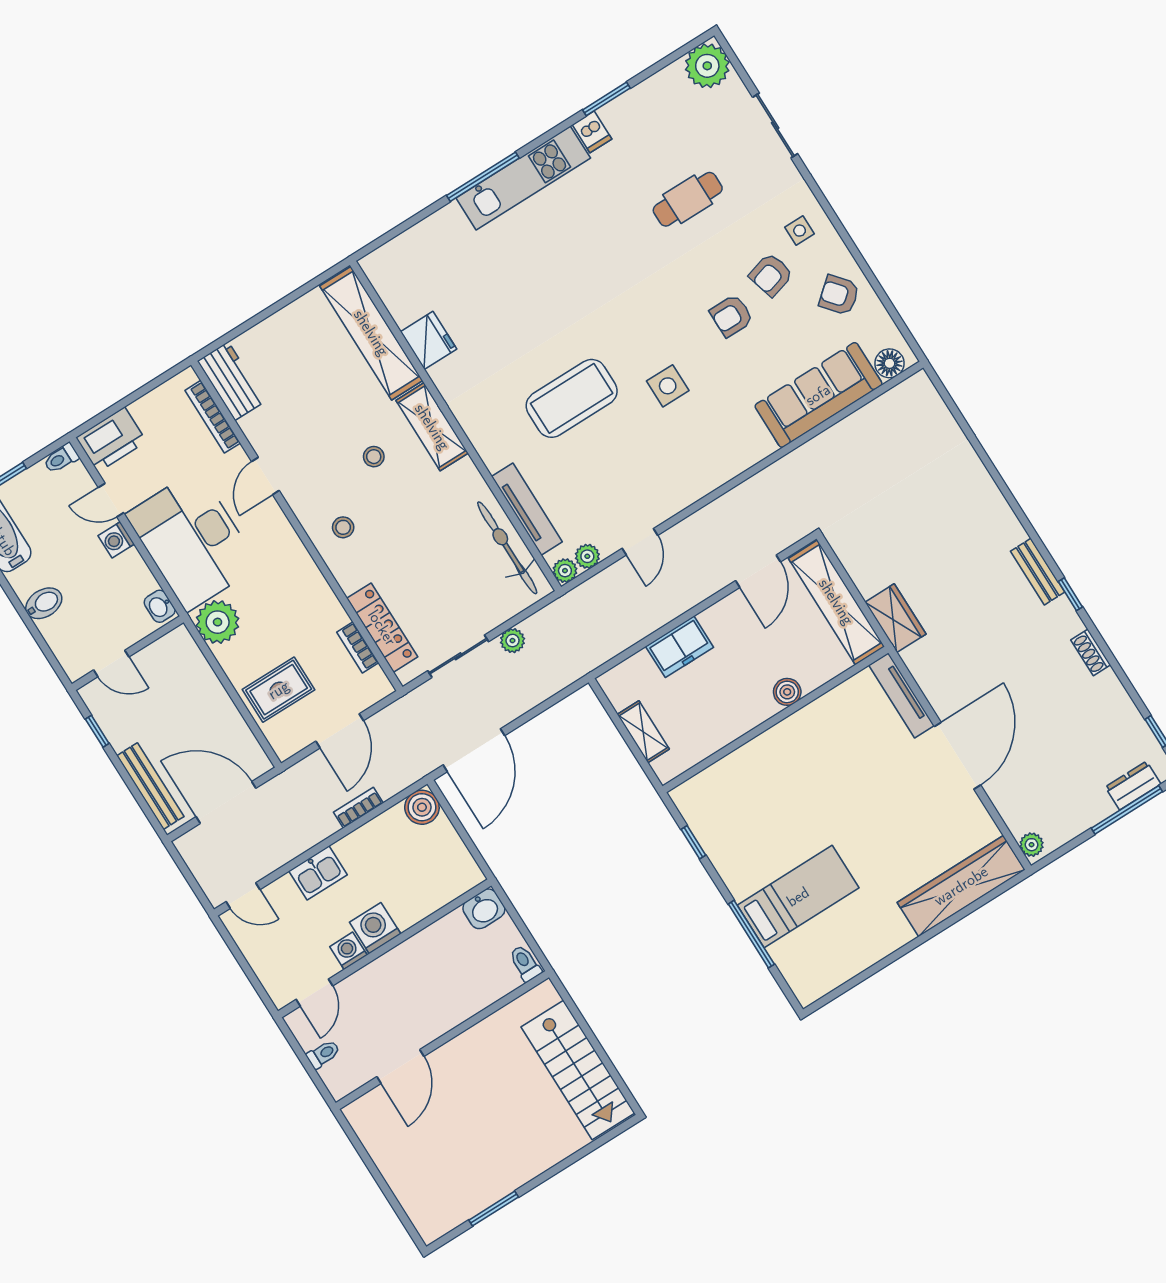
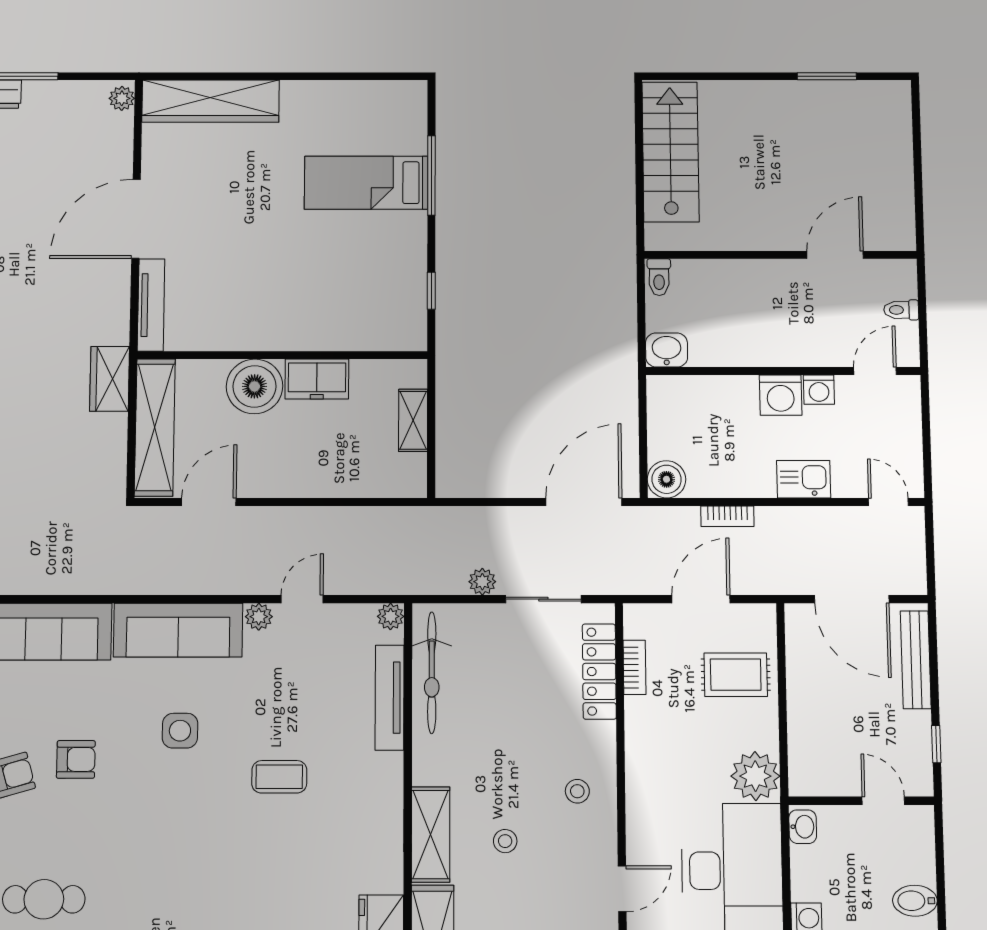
coffee table: (572, 398) -> (279, 777), width x0.54, depth x0.58
sofa: (718, 460) -> (178, 630), added
plant: (587, 556) -> (259, 617), moved
freezer: (680, 647) -> (317, 379), moved, turned 180
boiler: (787, 692) -> (254, 386), width x1.86, depth x1.86

